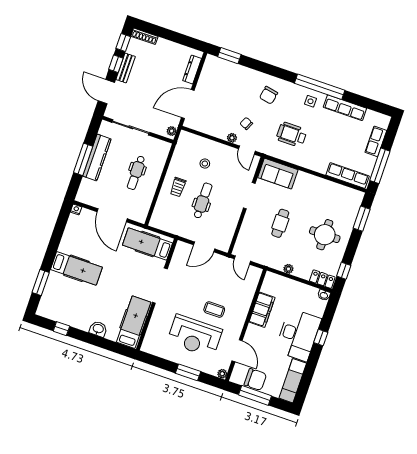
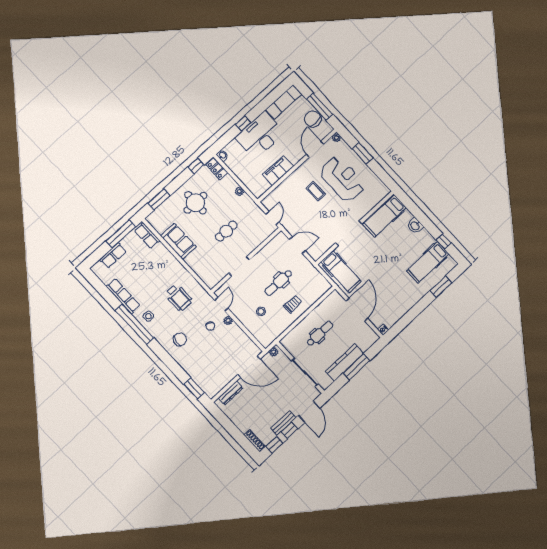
sofa: (278, 174) -> (178, 241), moved
row of seats: (348, 176) -> (147, 236), width x0.68
hospital bed: (76, 268) -> (428, 262), moved, turned -90

